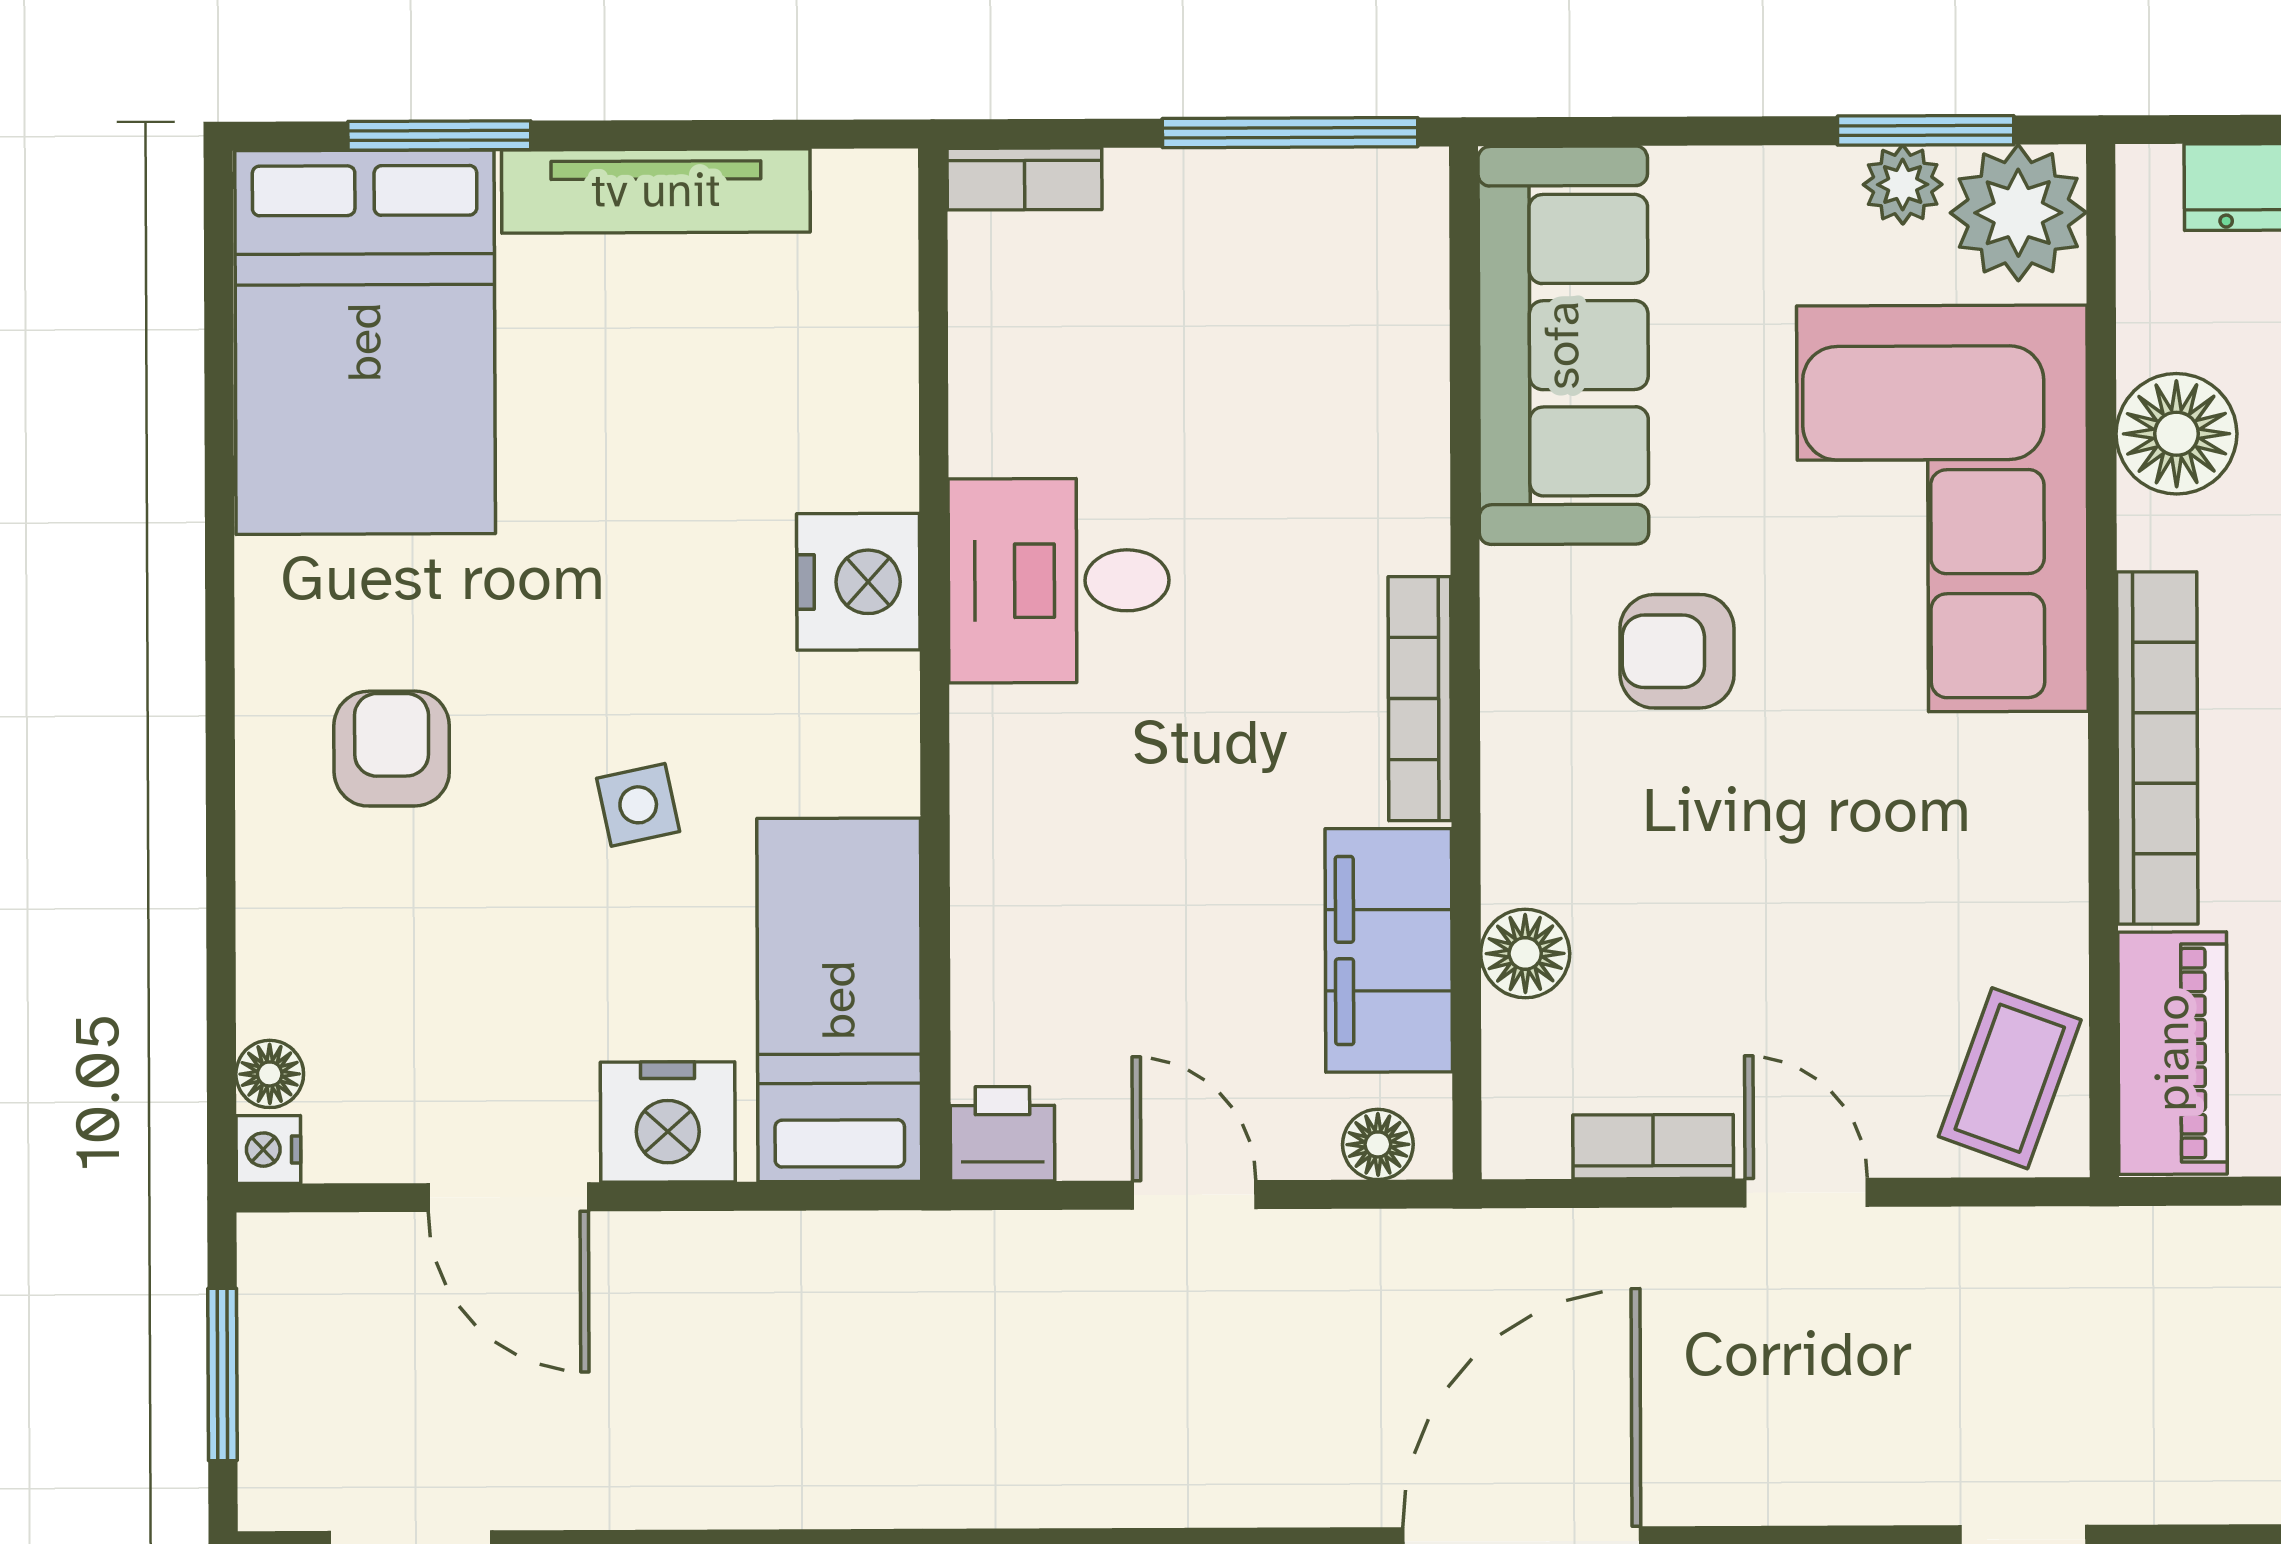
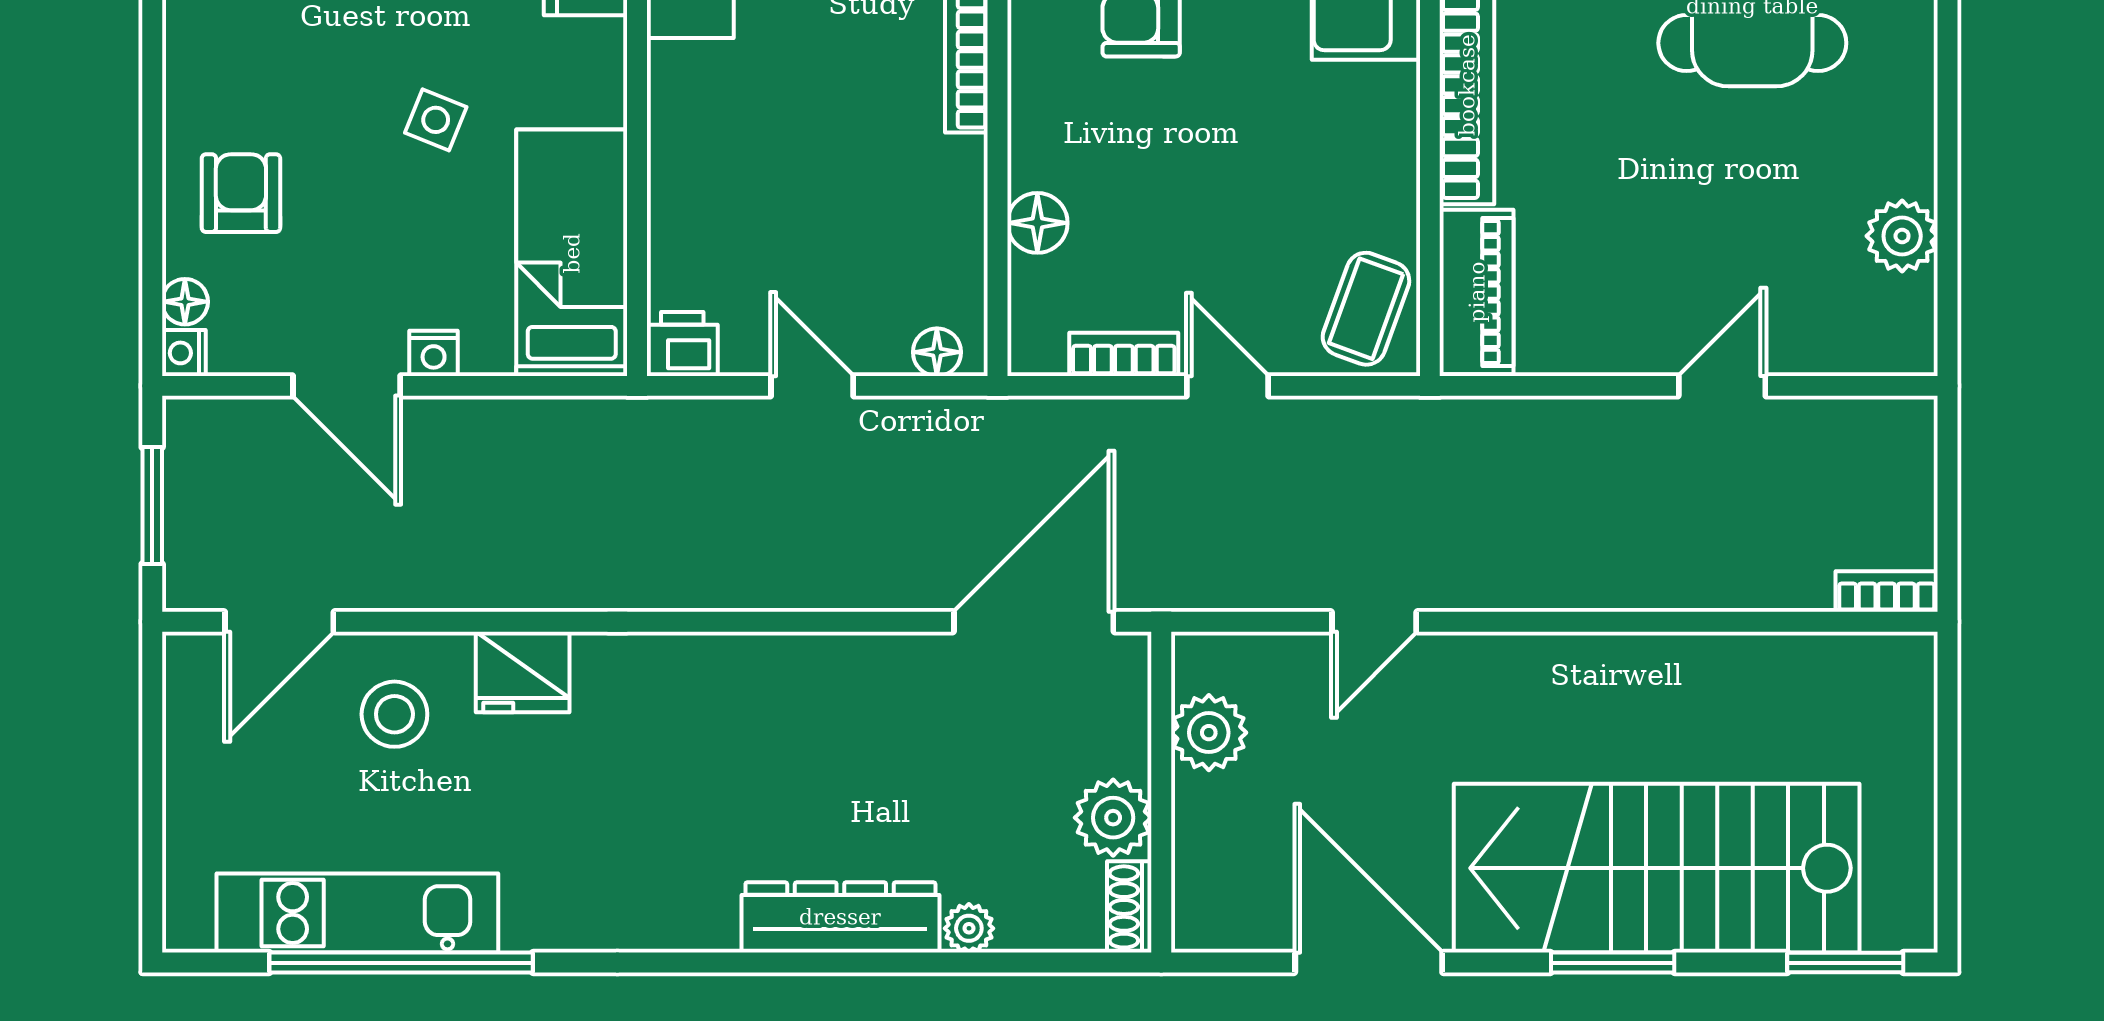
armchair: (392, 749) -> (241, 193), moved
side table: (638, 805) -> (436, 120), turned 34
filing cabinet: (1389, 950) -> (945, 220), removed
nightstand: (668, 1122) -> (434, 353), width x0.53, depth x0.56

